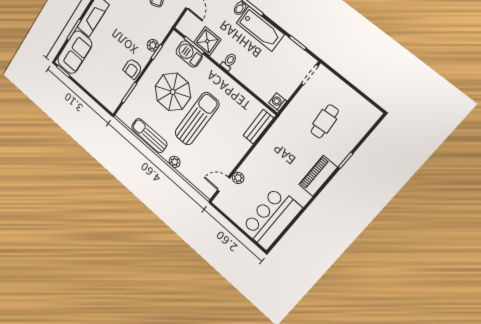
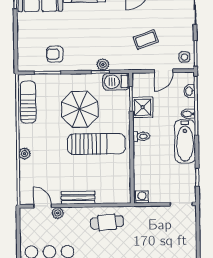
barbecue: (189, 54) -> (116, 82), moved, turned -90
armchair: (133, 69) -> (55, 54), moved
sun lounger: (197, 119) -> (96, 144), moved
cafe table: (325, 121) -> (107, 222), moved
bench: (258, 127) -> (78, 198), moved
sun lounger: (149, 135) -> (28, 102), moved

